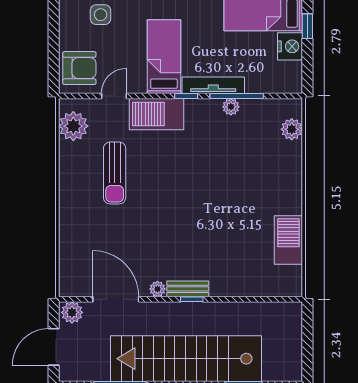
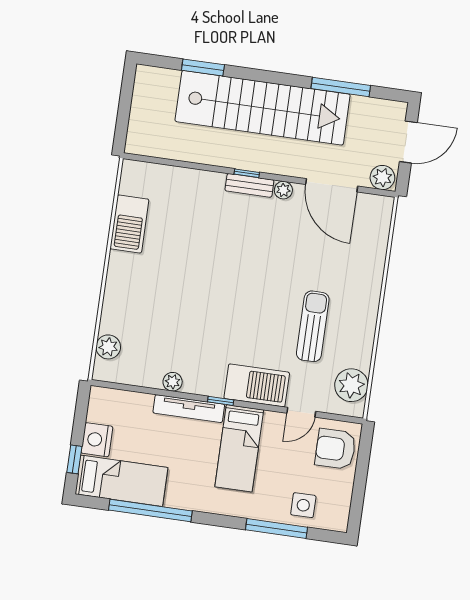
window: (237, 96) -> (164, 393), removed

